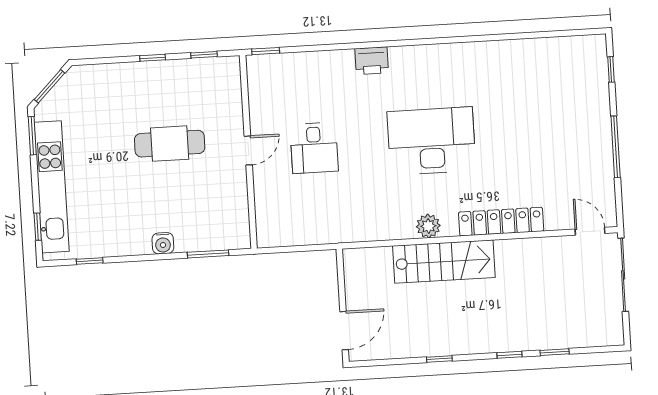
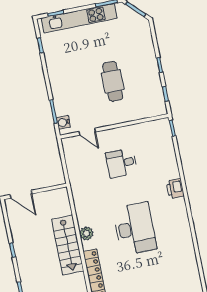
door: (248, 150) -> (87, 132), moved
water cooler: (163, 243) -> (63, 122), moved

